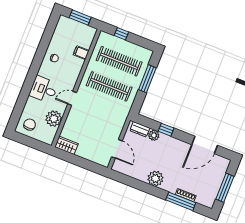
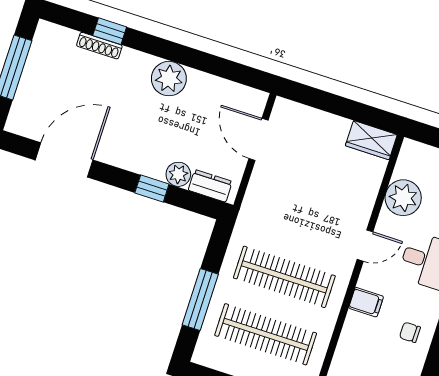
filing cabinet: (81, 53) -> (366, 302), moved
window: (181, 201) -> (110, 31), width x0.46

